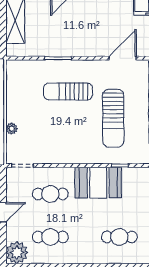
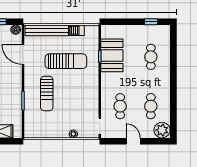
booth: (98, 183) -> (112, 55), moved

